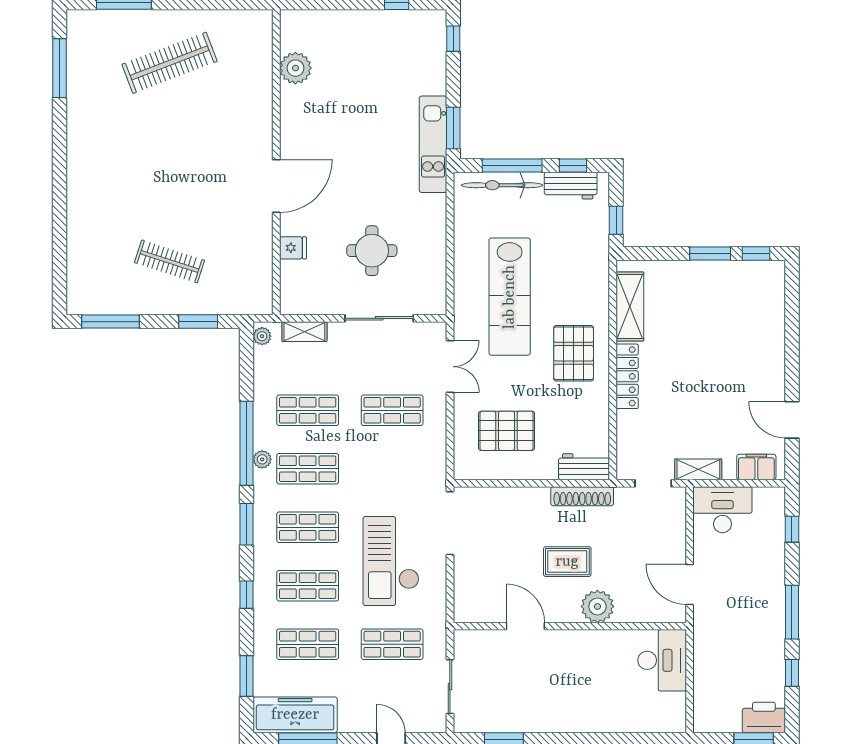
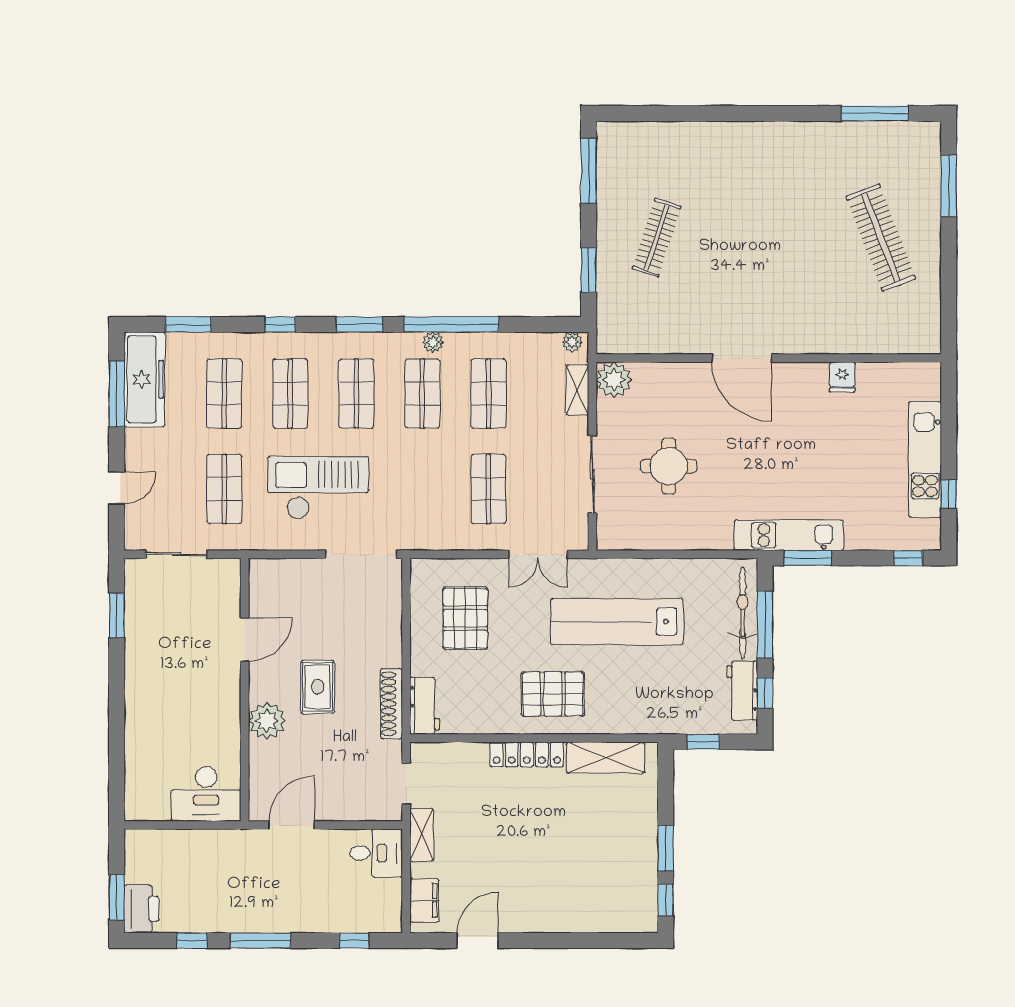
kitchen unit: (366, 24) -> (925, 459), added
plant: (295, 68) -> (614, 380), moved
fridge: (293, 248) -> (842, 377), moved
desk: (722, 510) -> (376, 853), width x0.73

